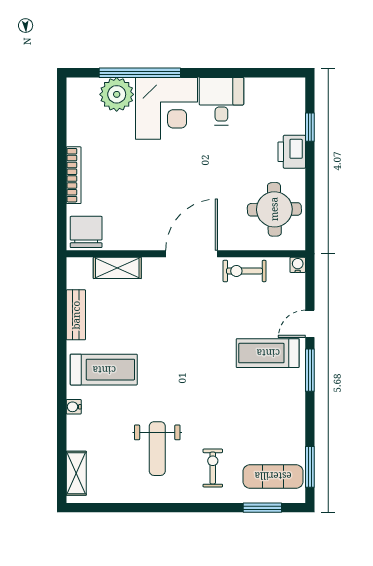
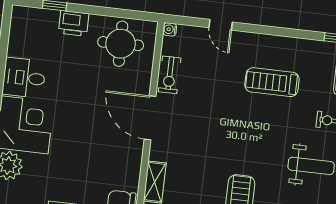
treadmill: (268, 353) -> (272, 82), moved, turned 90
window: (310, 370) -> (260, 29), removed

